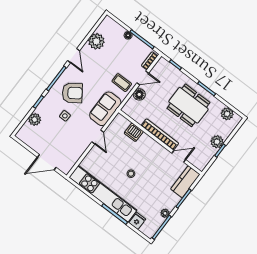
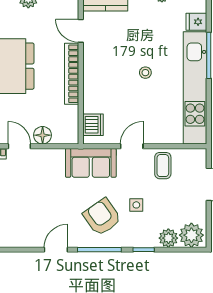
plant: (96, 41) -> (191, 235), moved
coffee table: (122, 83) -> (163, 166), moved
dishwasher: (134, 132) -> (93, 125), moved

